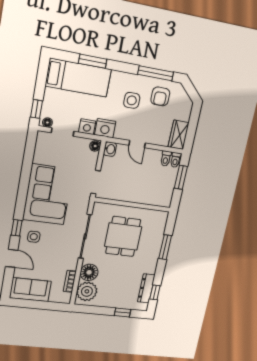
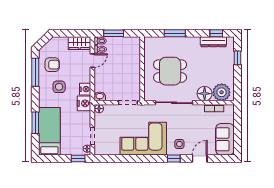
nightstand: (87, 127) -> (85, 89), moved
door: (137, 144) -> (92, 61), moved

